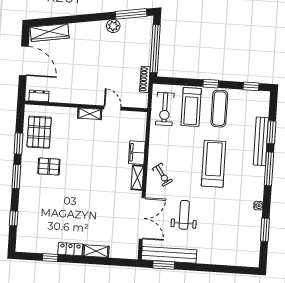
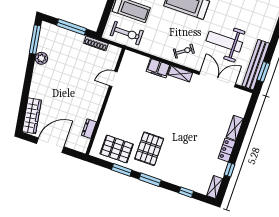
window: (155, 49) -> (71, 27), width x0.68
dresser: (39, 96) -> (89, 129), moved
shelving: (90, 114) -> (215, 187), moved
pallet: (49, 167) -> (149, 149), width x1.50, depth x1.42
weight bench: (184, 215) -> (224, 42), width x1.36, depth x1.33

